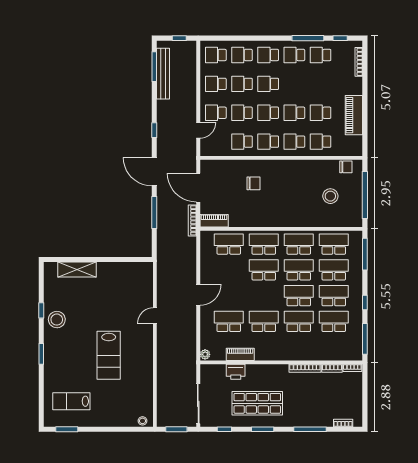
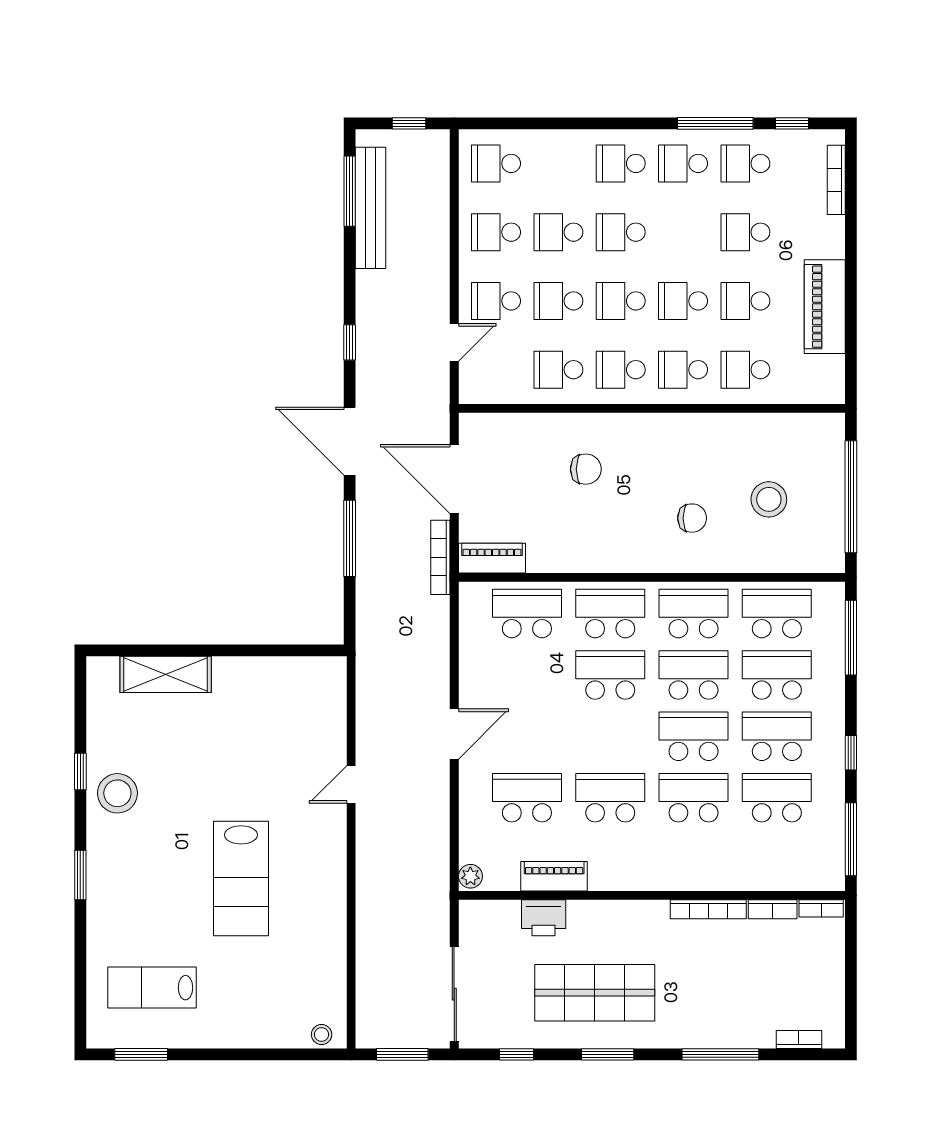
school desk: (242, 55) -> (745, 232), moved
chair: (346, 167) -> (692, 518), moved

